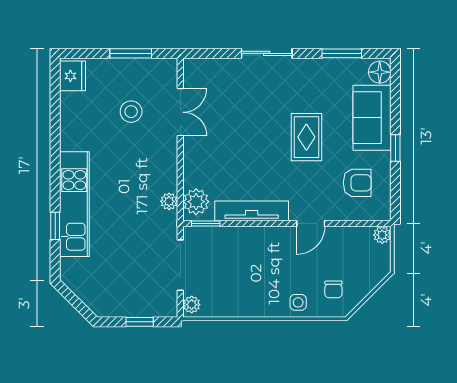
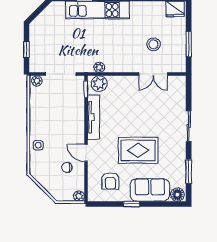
rug: (306, 137) -> (138, 150), width x1.36, depth x1.43
chair: (333, 289) -> (67, 167), moved

